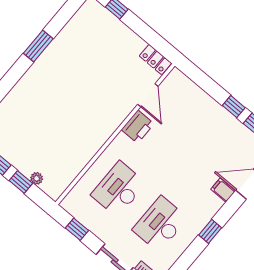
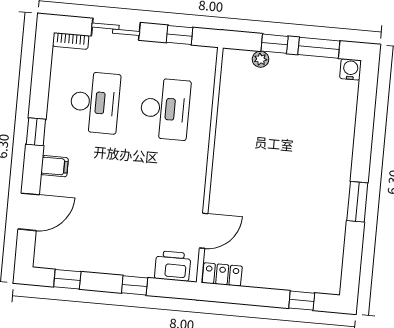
door: (148, 95) -> (204, 231), swing flipped
window: (234, 107) -> (135, 285), moved
printer: (138, 127) -> (173, 266), moved, turned 90
filing cabinet: (223, 190) -> (55, 166), moved

